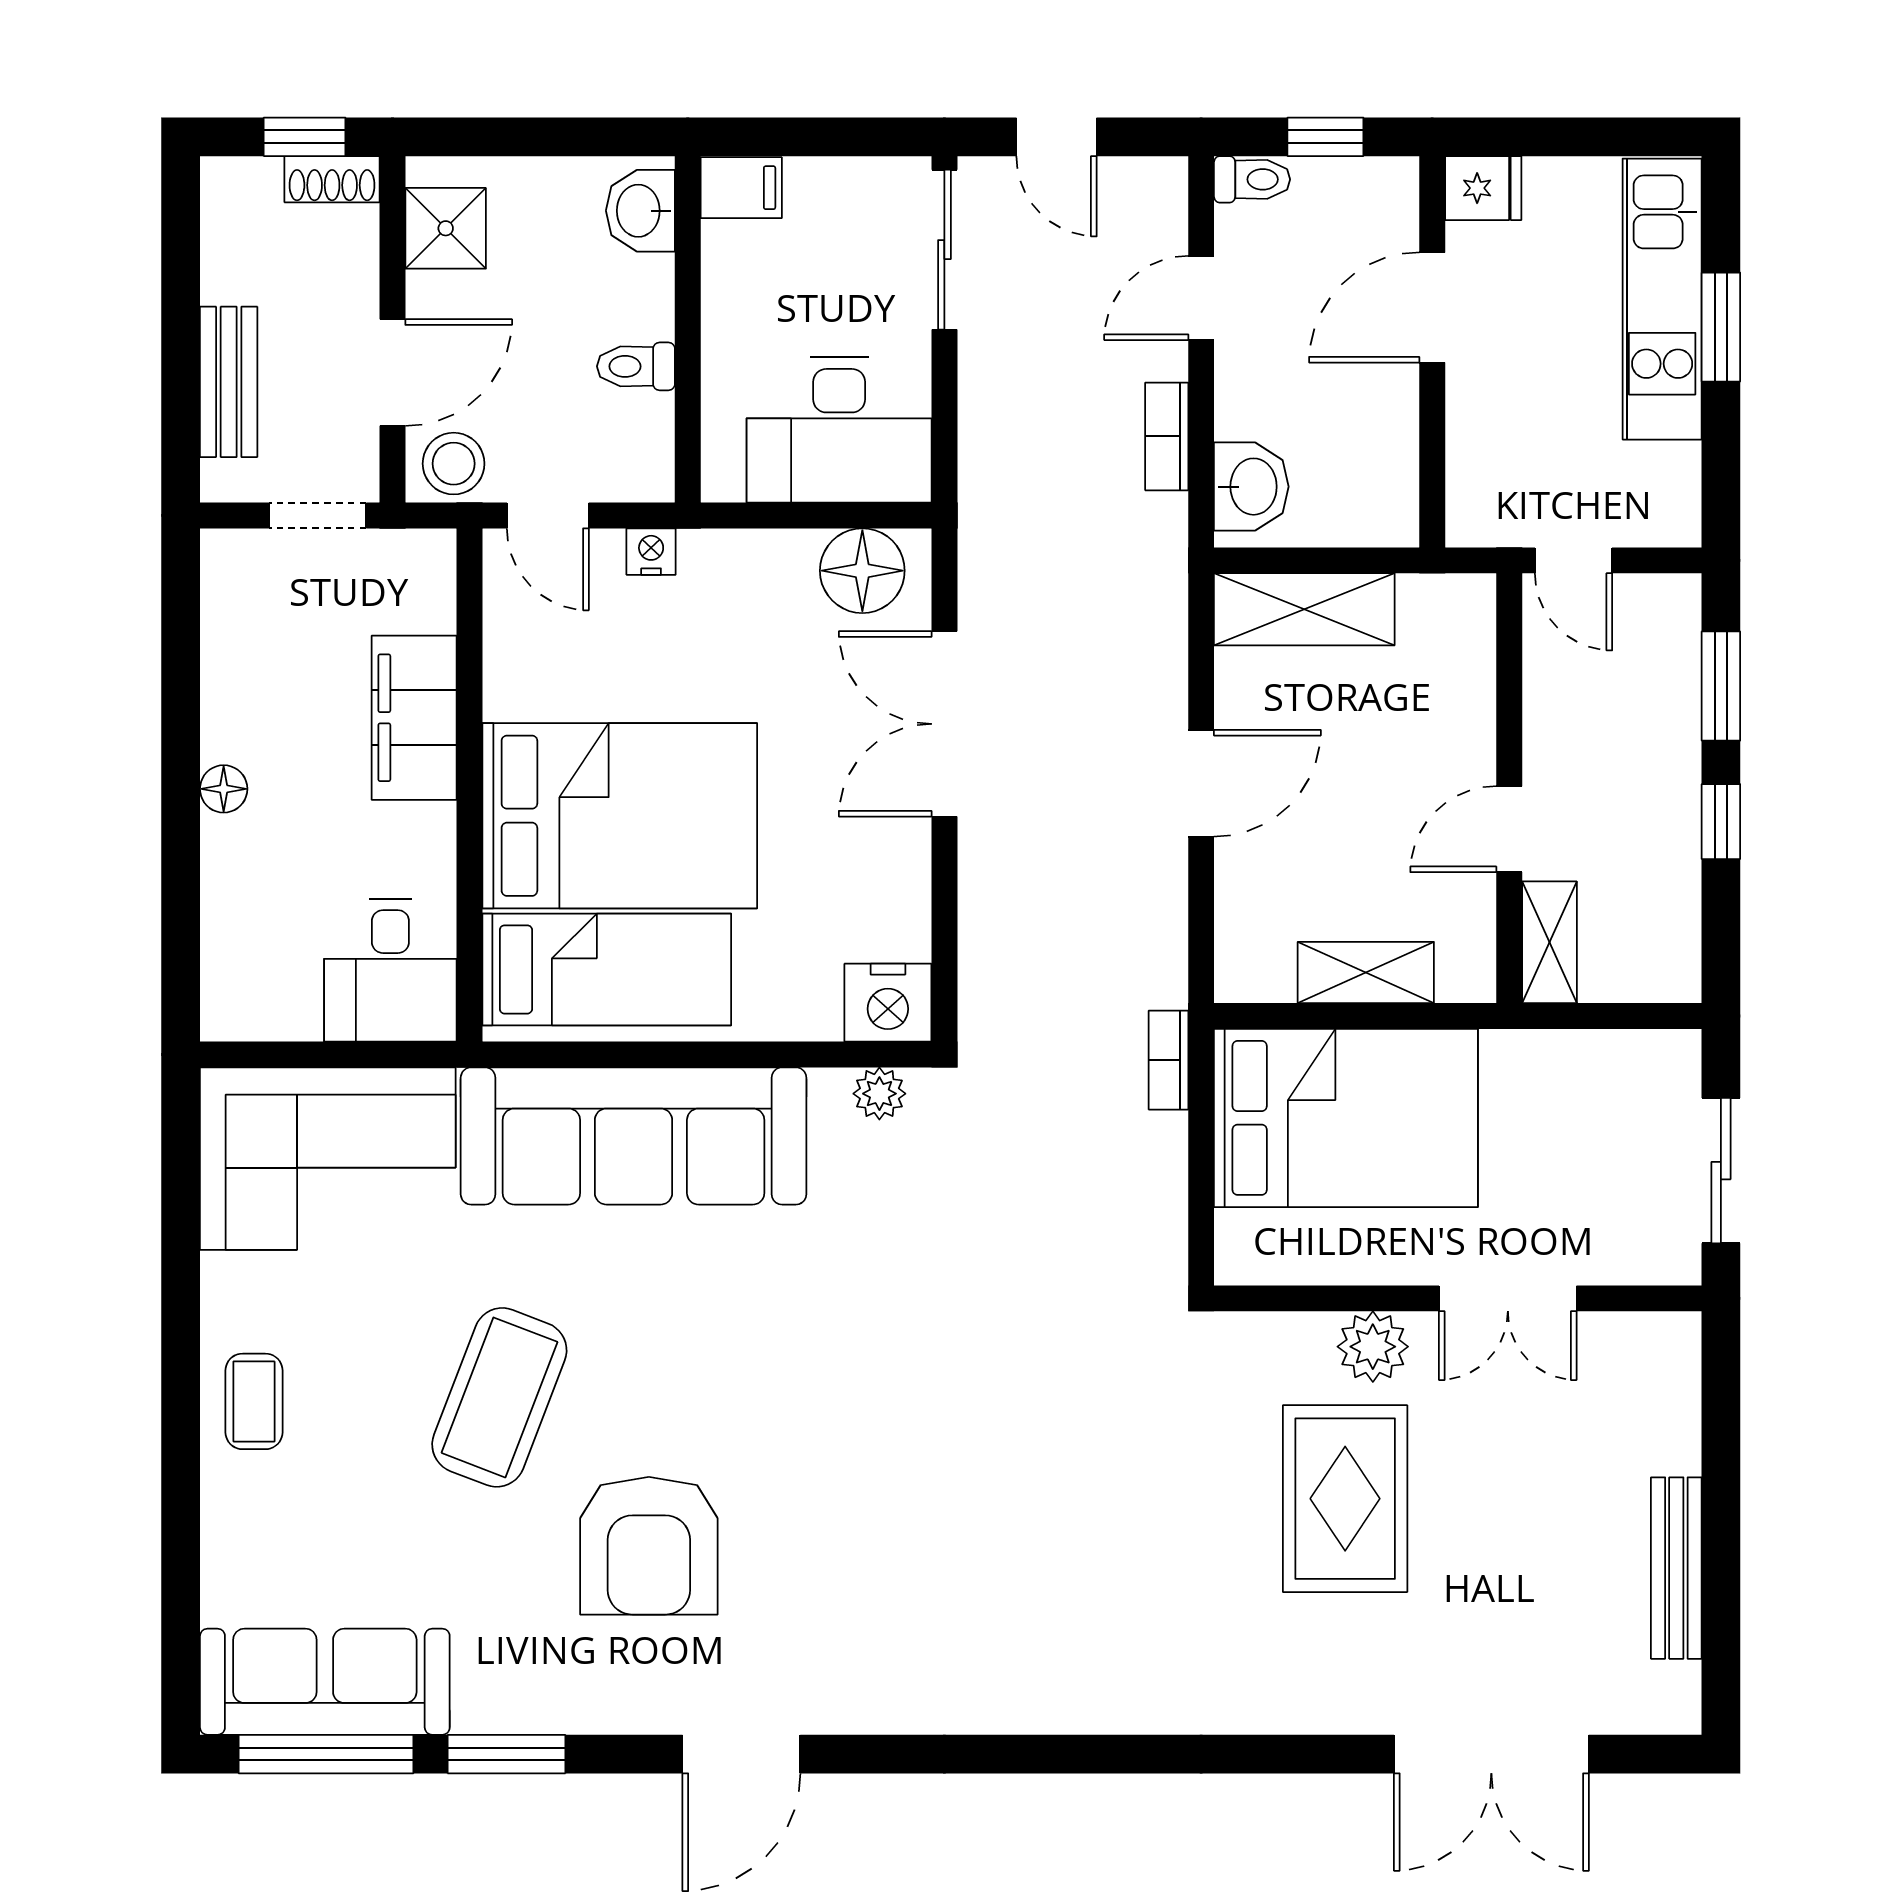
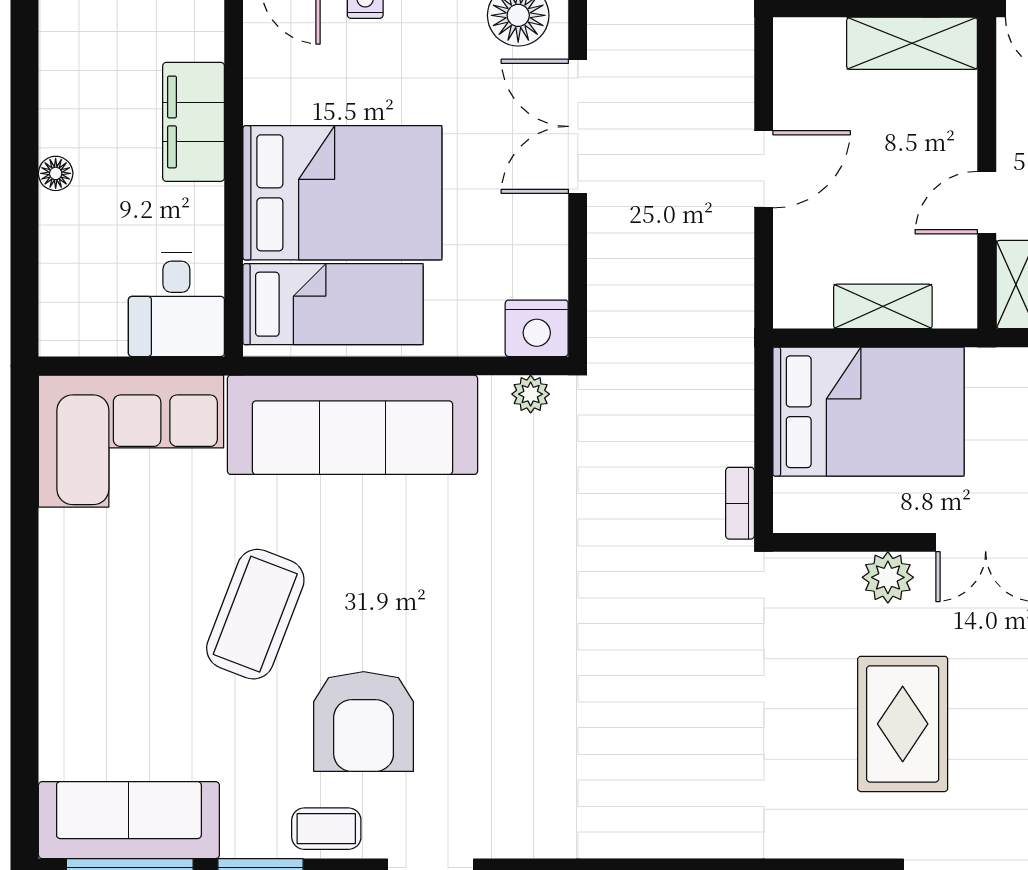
shelving: (1304, 609) -> (912, 43), moved
bookcase: (1169, 1060) -> (740, 503), moved
coffee table: (254, 1401) -> (326, 829), moved, turned 90
rug: (1345, 1499) -> (903, 724), moved

